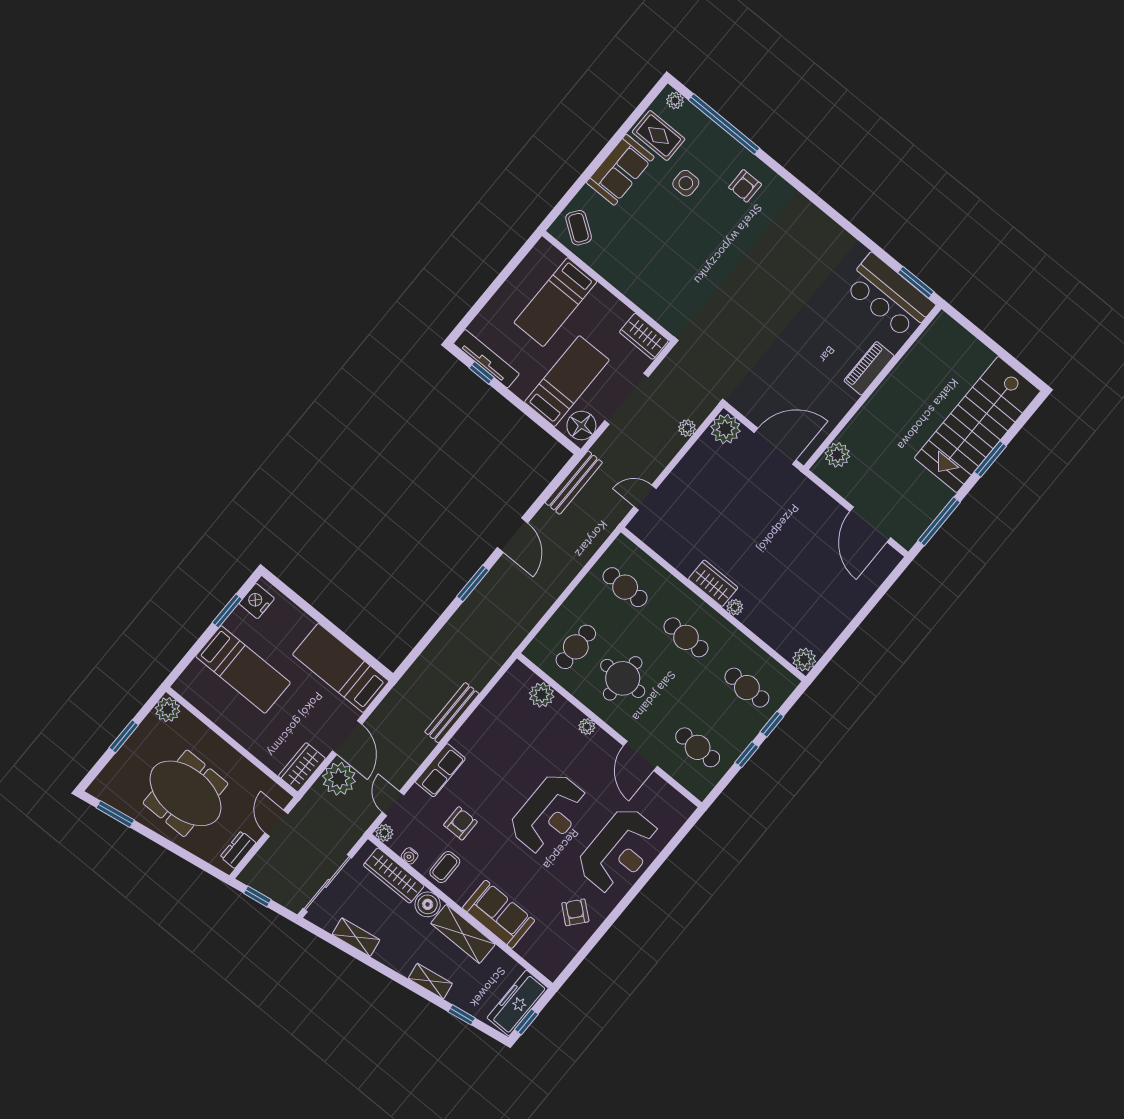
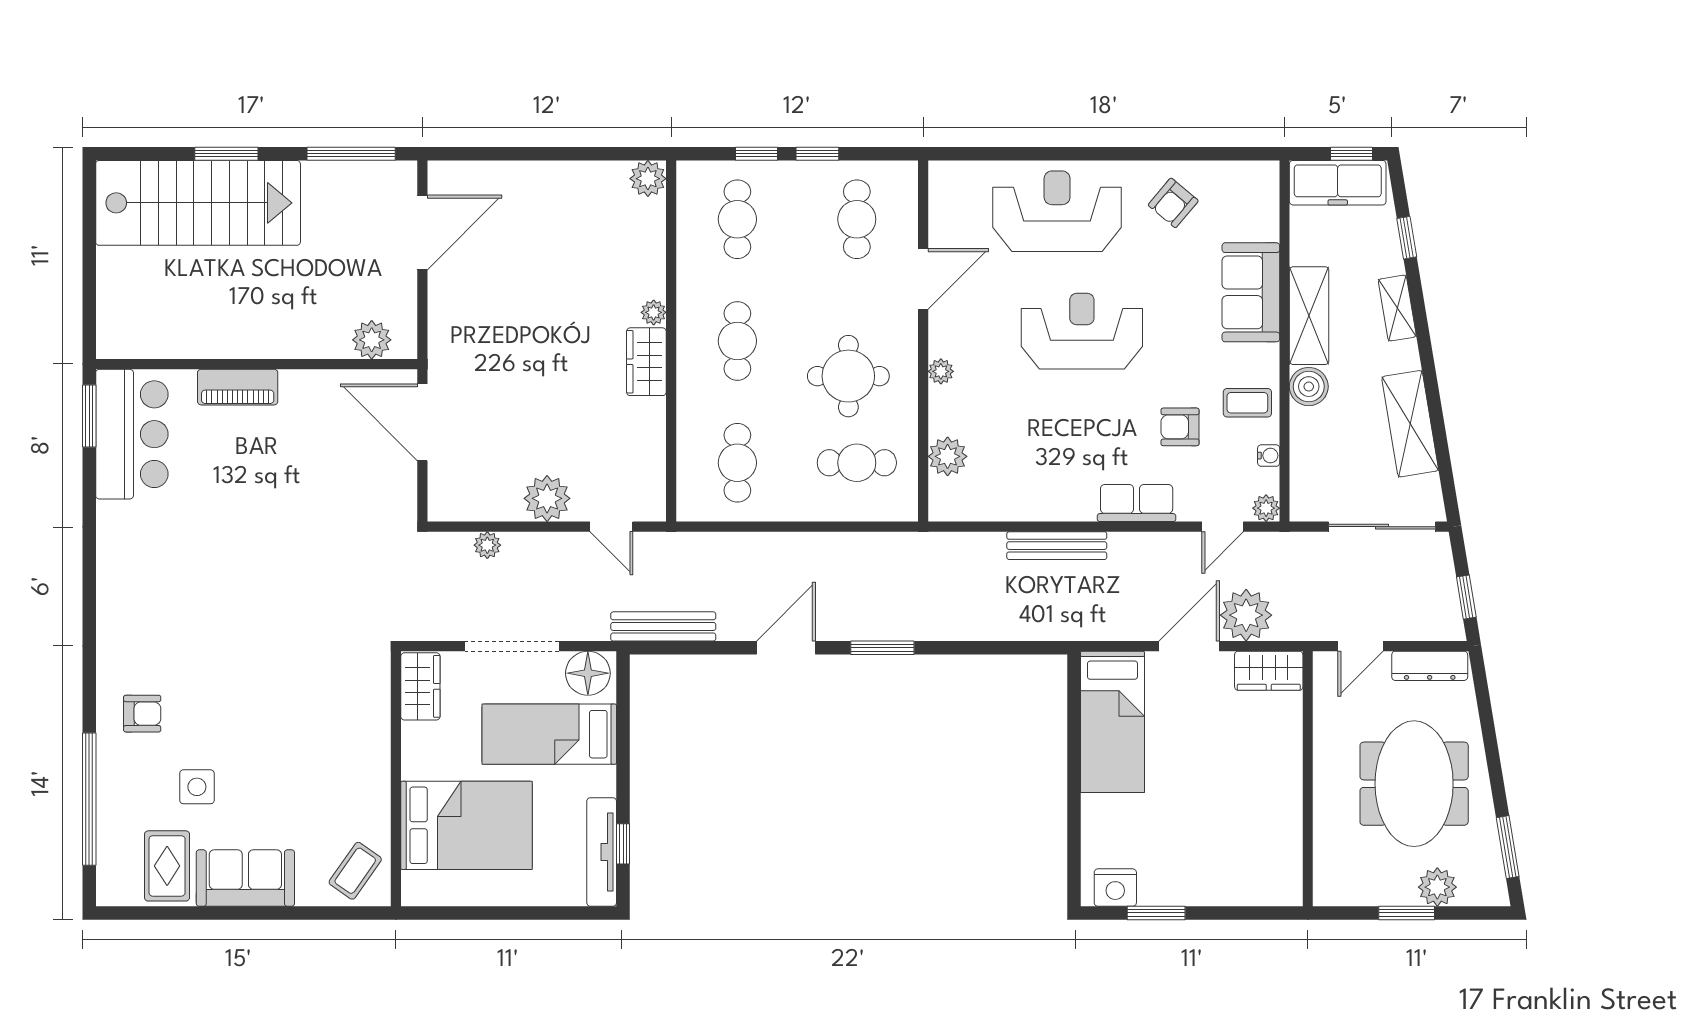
plant: (675, 101) -> (109, 881), removed
bed: (555, 302) -> (466, 825), width x1.50
plant: (725, 429) -> (547, 498), moved
bed: (243, 669) -> (1210, 837), removed
plant: (168, 710) -> (1437, 887), moved
dresser: (238, 850) -> (1430, 666), width x1.44
wardrobe: (394, 876) -> (1308, 455), removed
shelving: (356, 937) -> (1410, 424), width x1.50, depth x1.33

